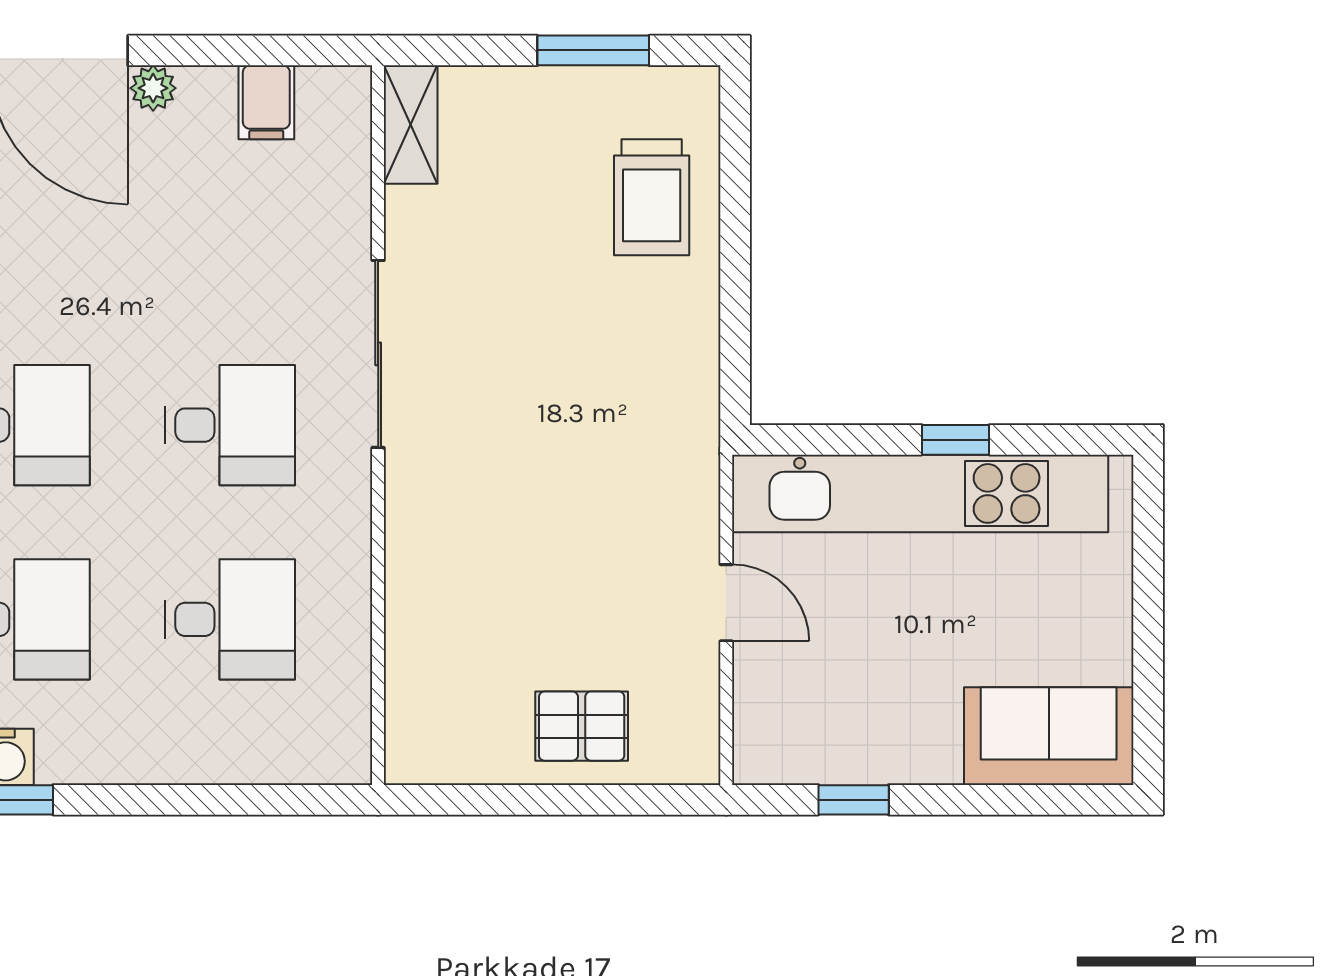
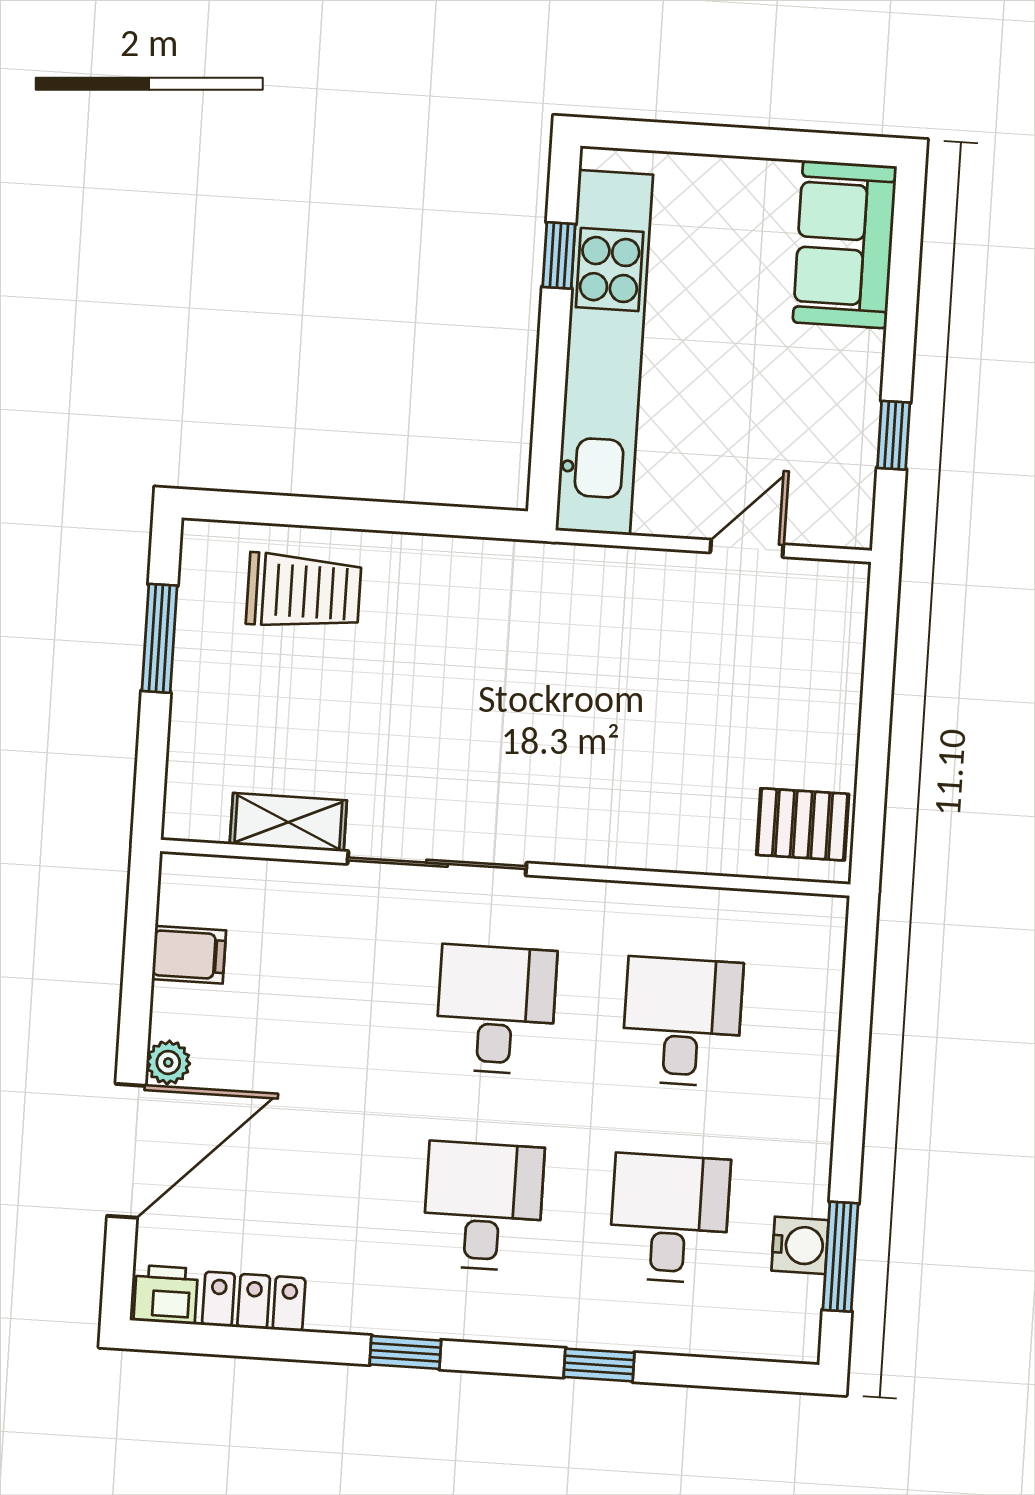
shelving: (411, 125) -> (288, 822), moved
window: (956, 440) -> (559, 255), moved
door: (726, 603) -> (747, 548), moved
pallet: (582, 726) -> (803, 824), moved, turned 90

